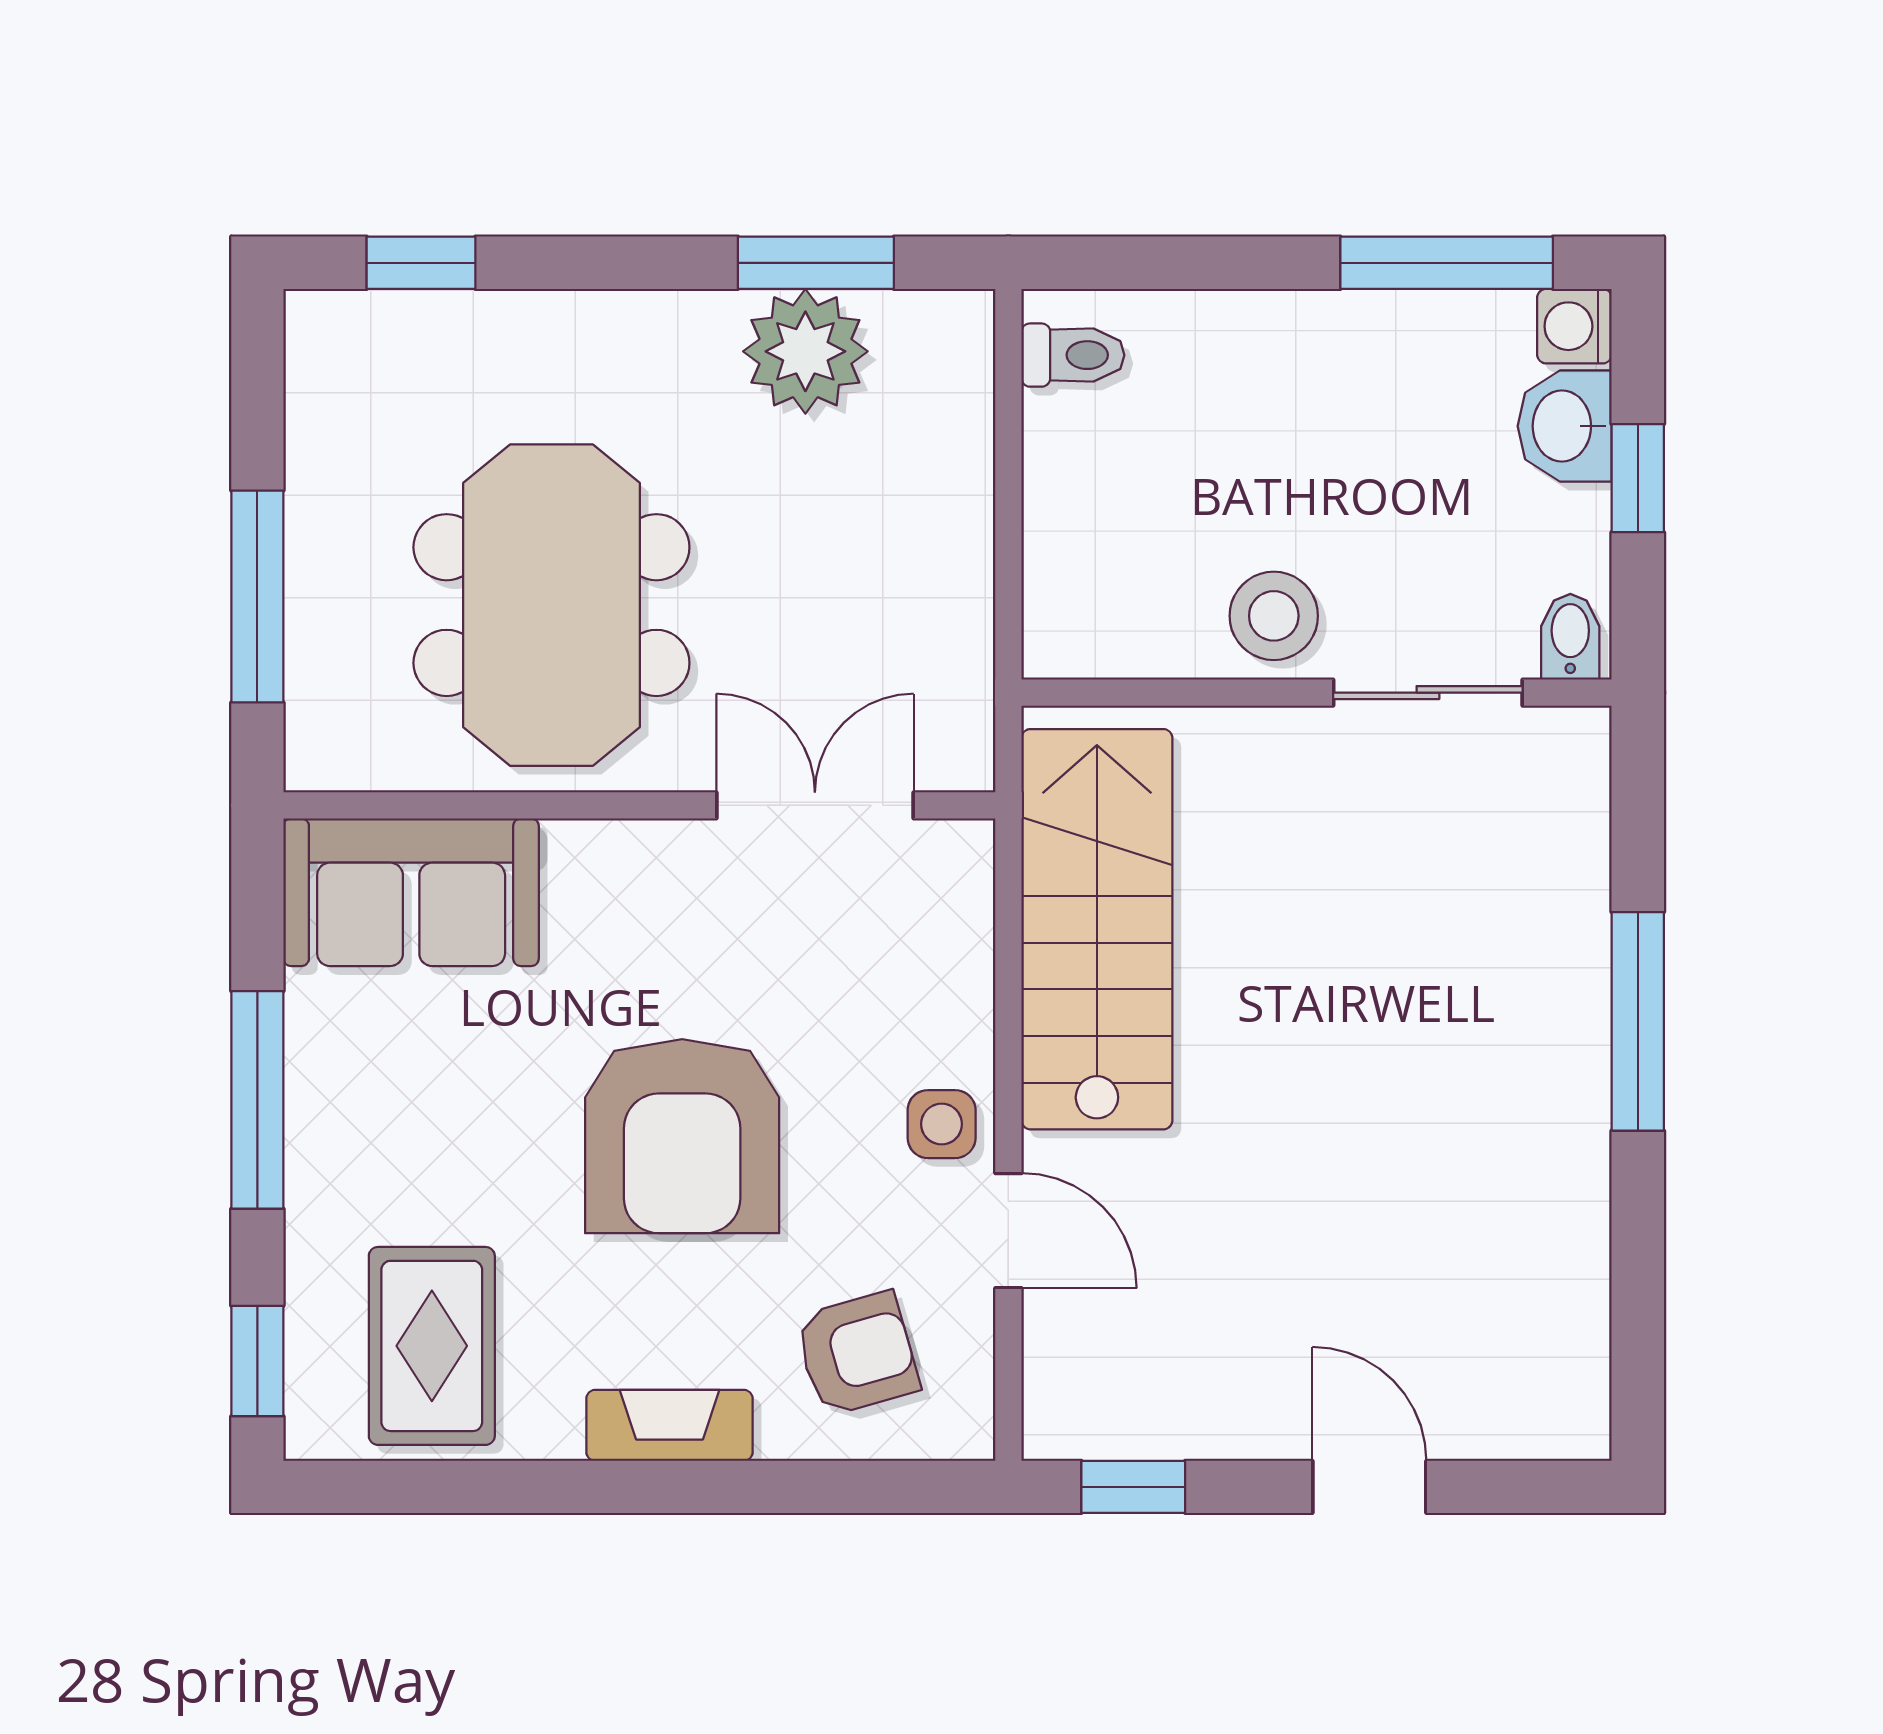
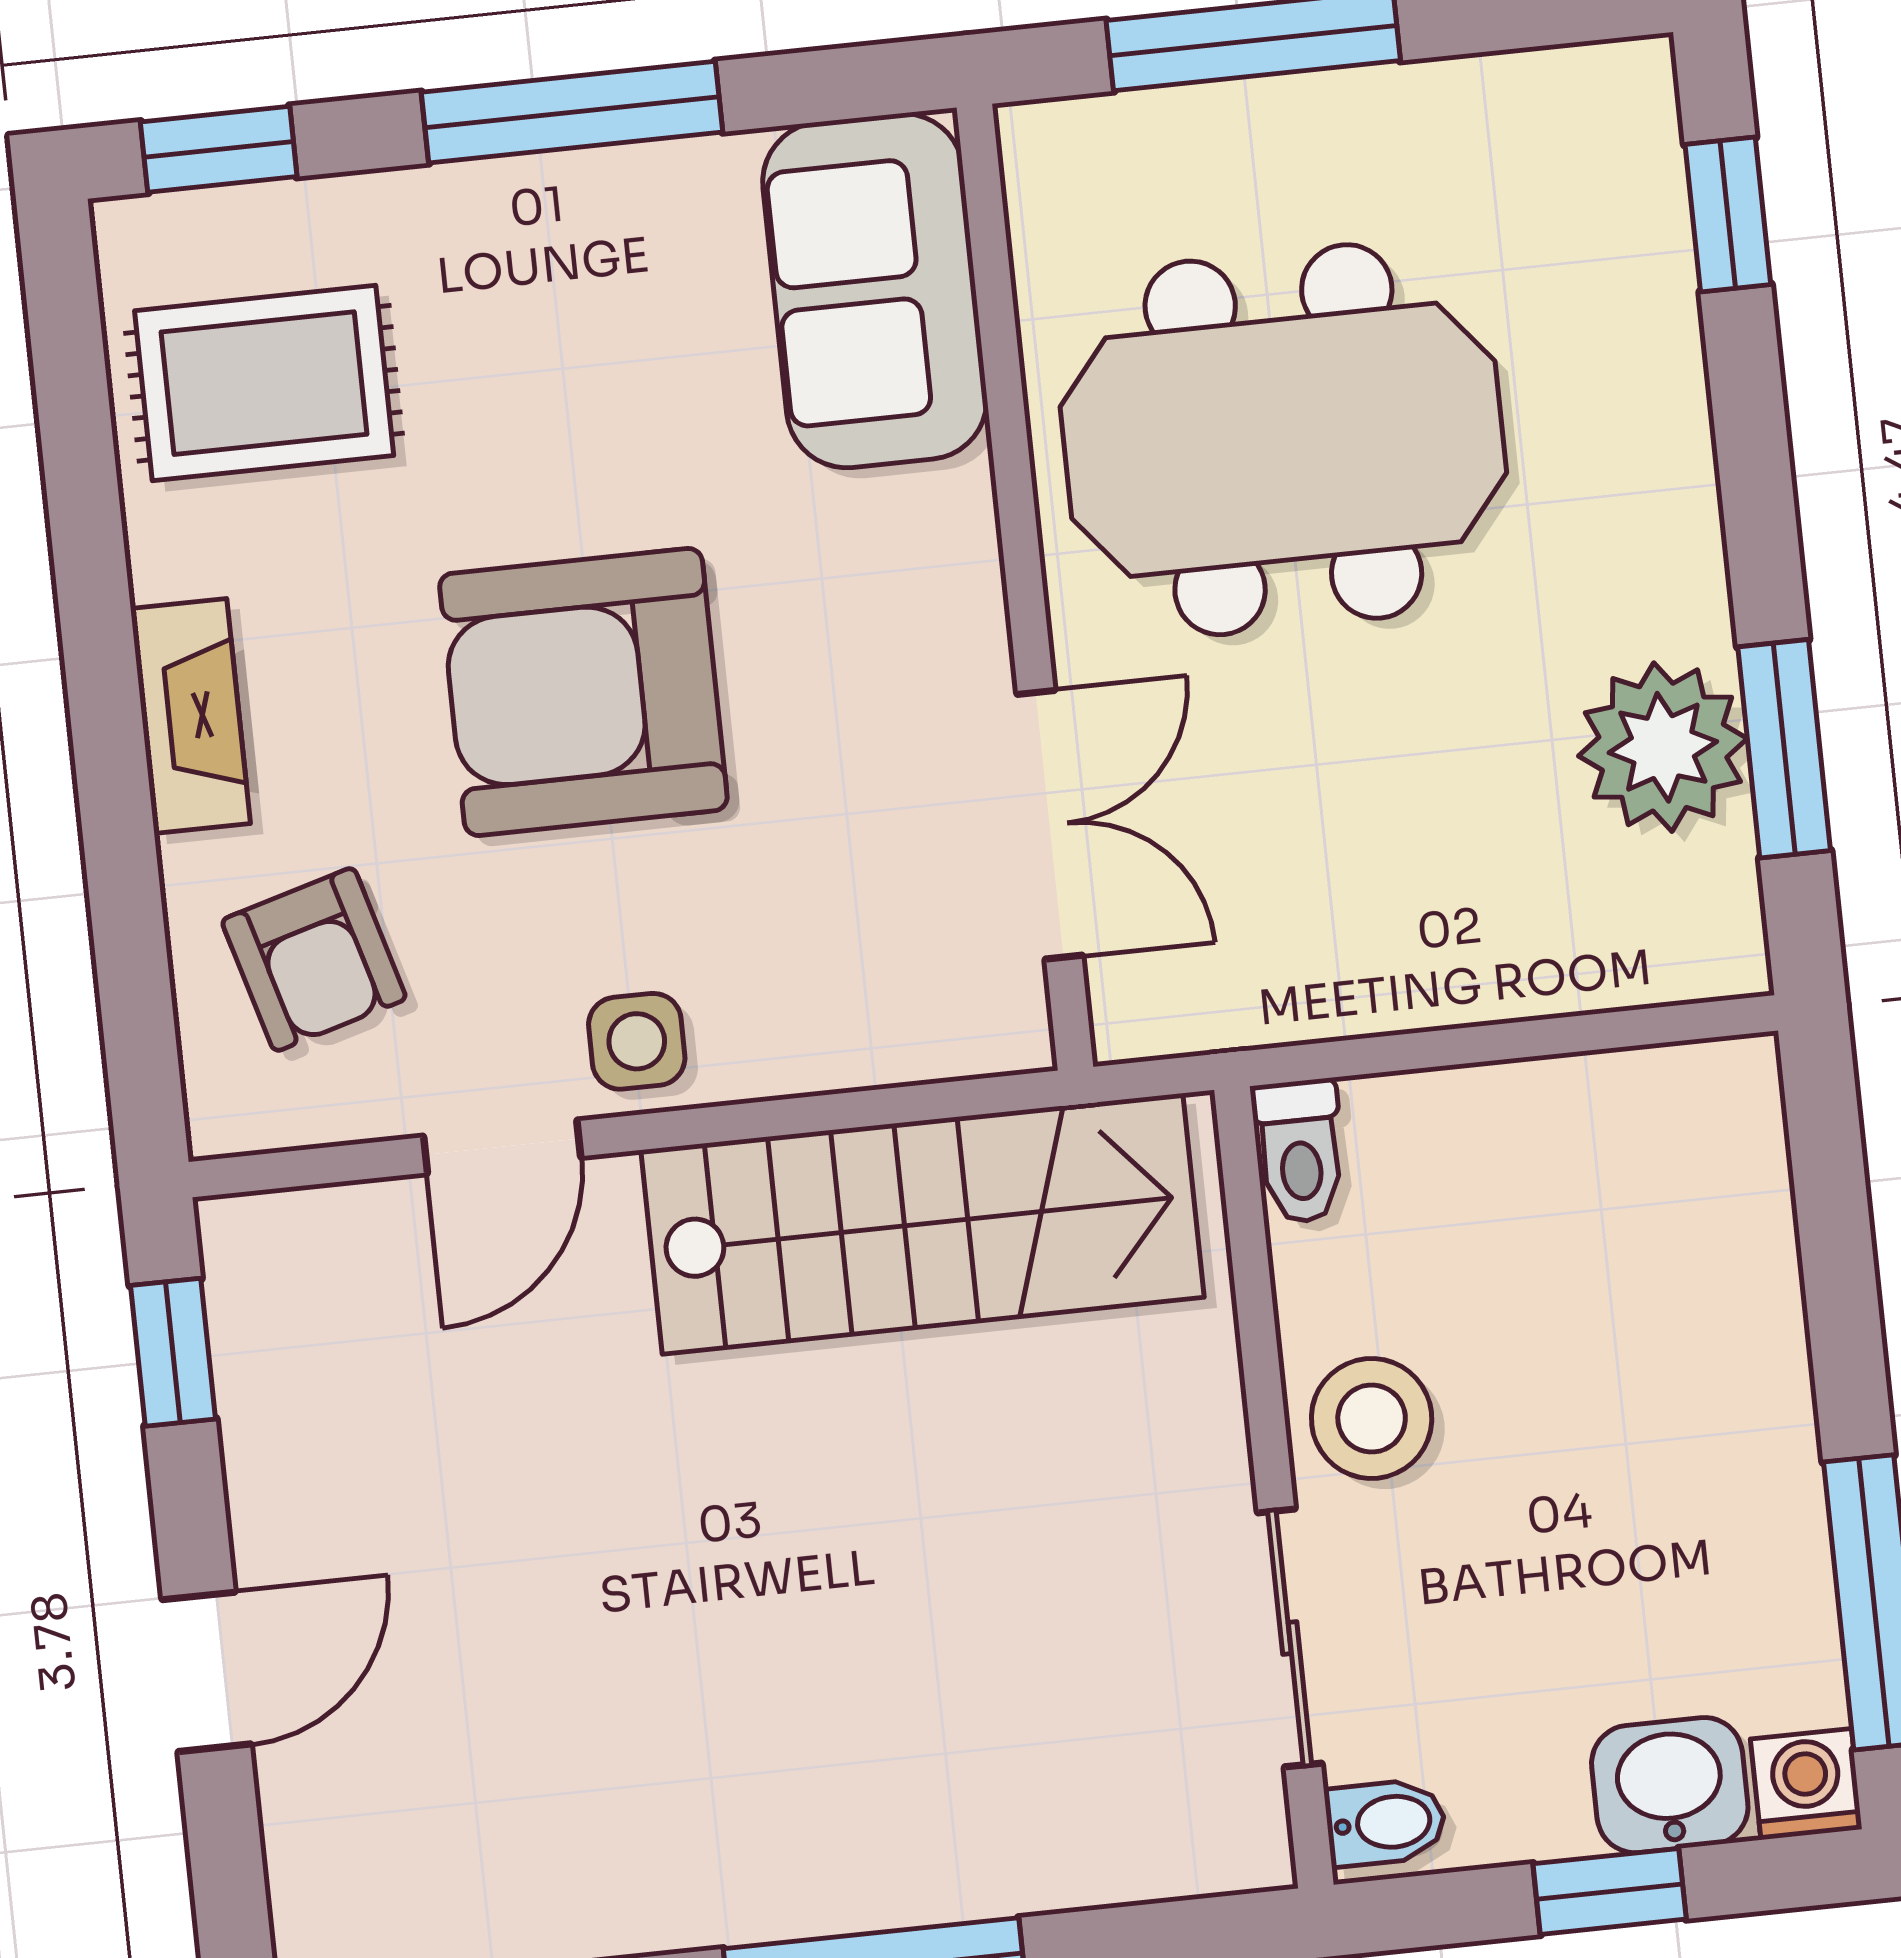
toilet: (1073, 355) -> (1300, 1151), moved

